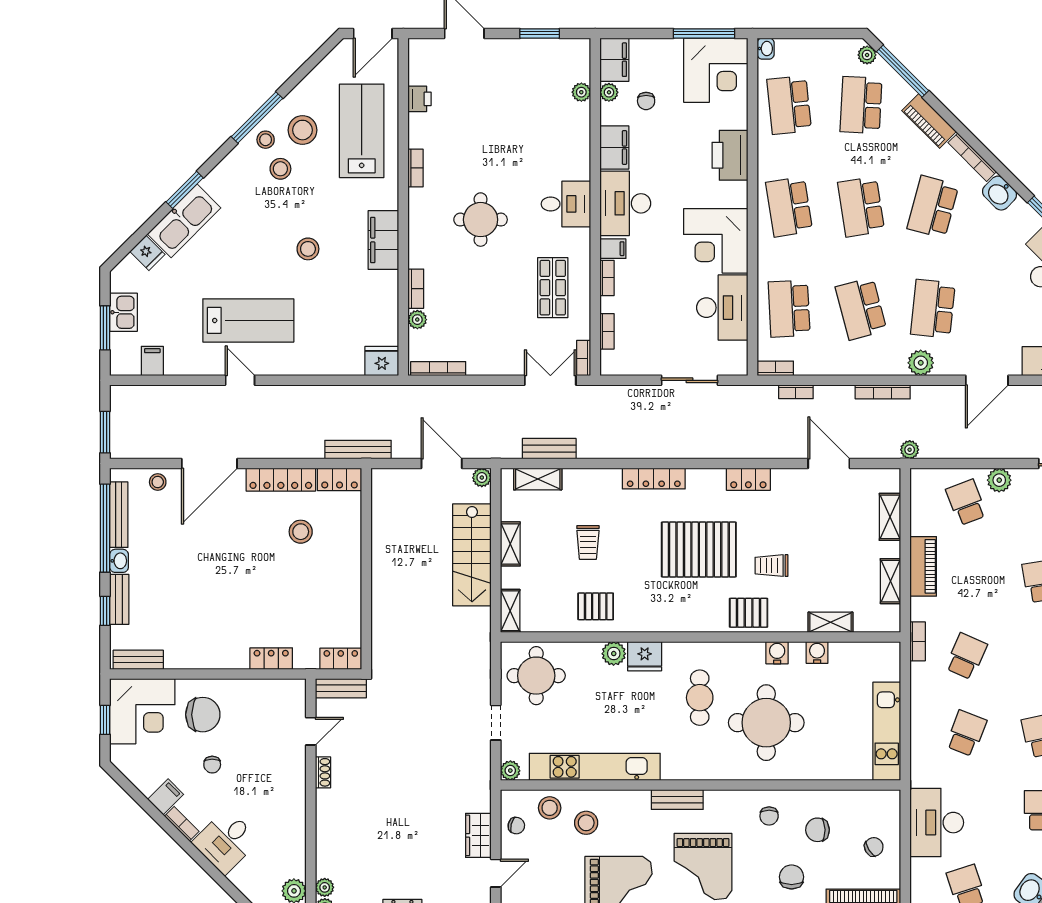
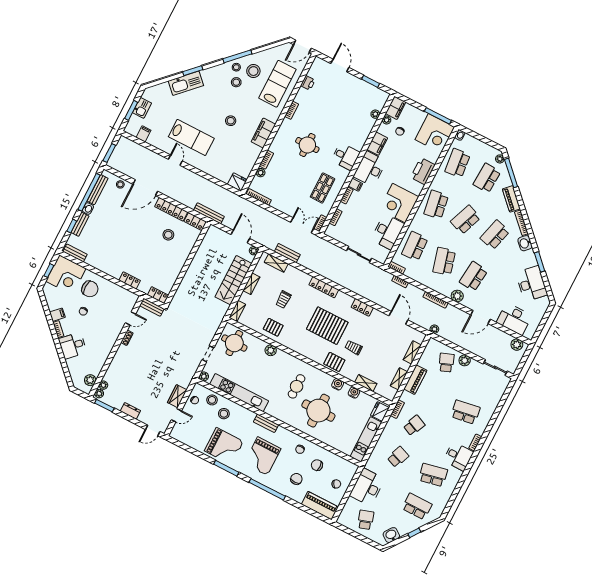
school desk: (861, 207) -> (466, 220), turned 30
fridge: (147, 253) -> (164, 89), removed
fridge: (645, 656) -> (380, 411), moved, turned 90

